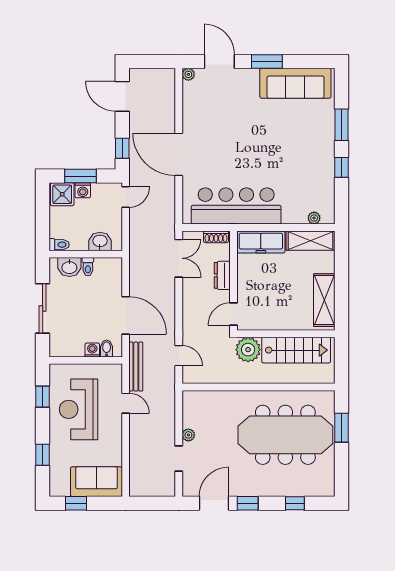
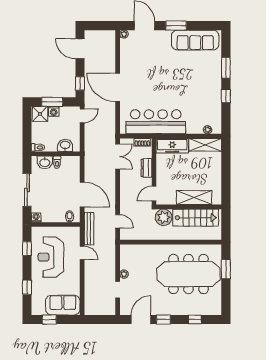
shelving: (324, 300) -> (194, 198), moved, turned 90
washing machine: (92, 350) -> (36, 218), moved

